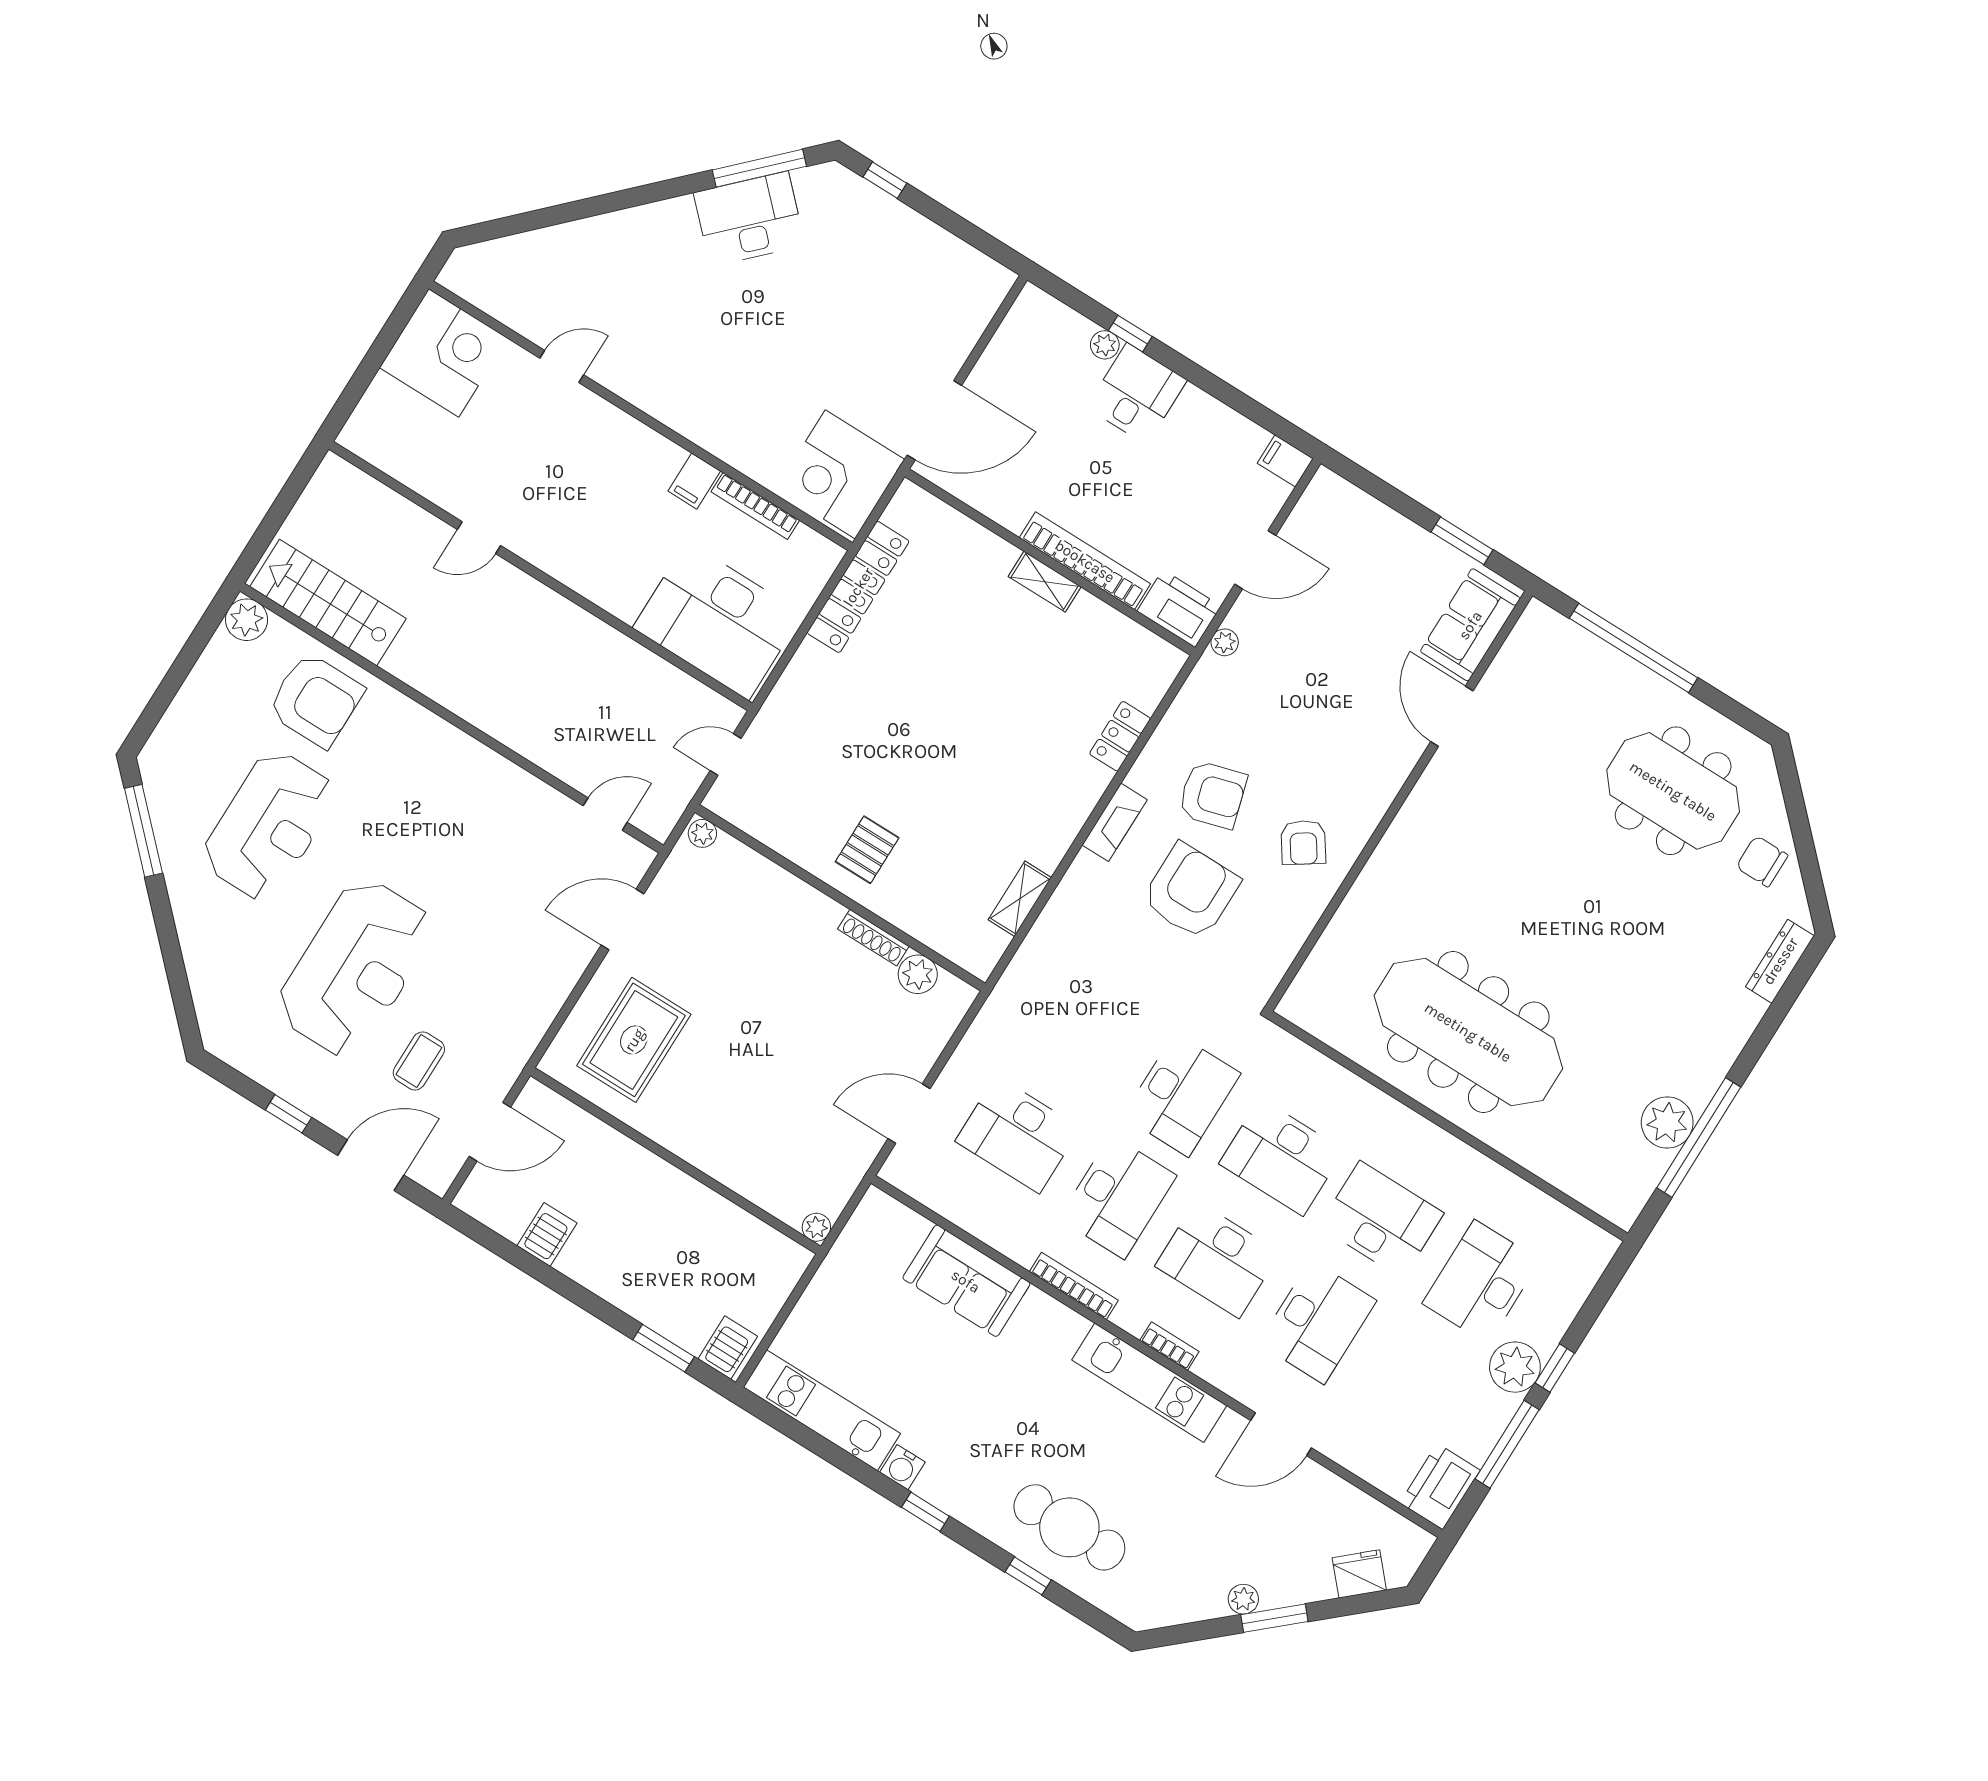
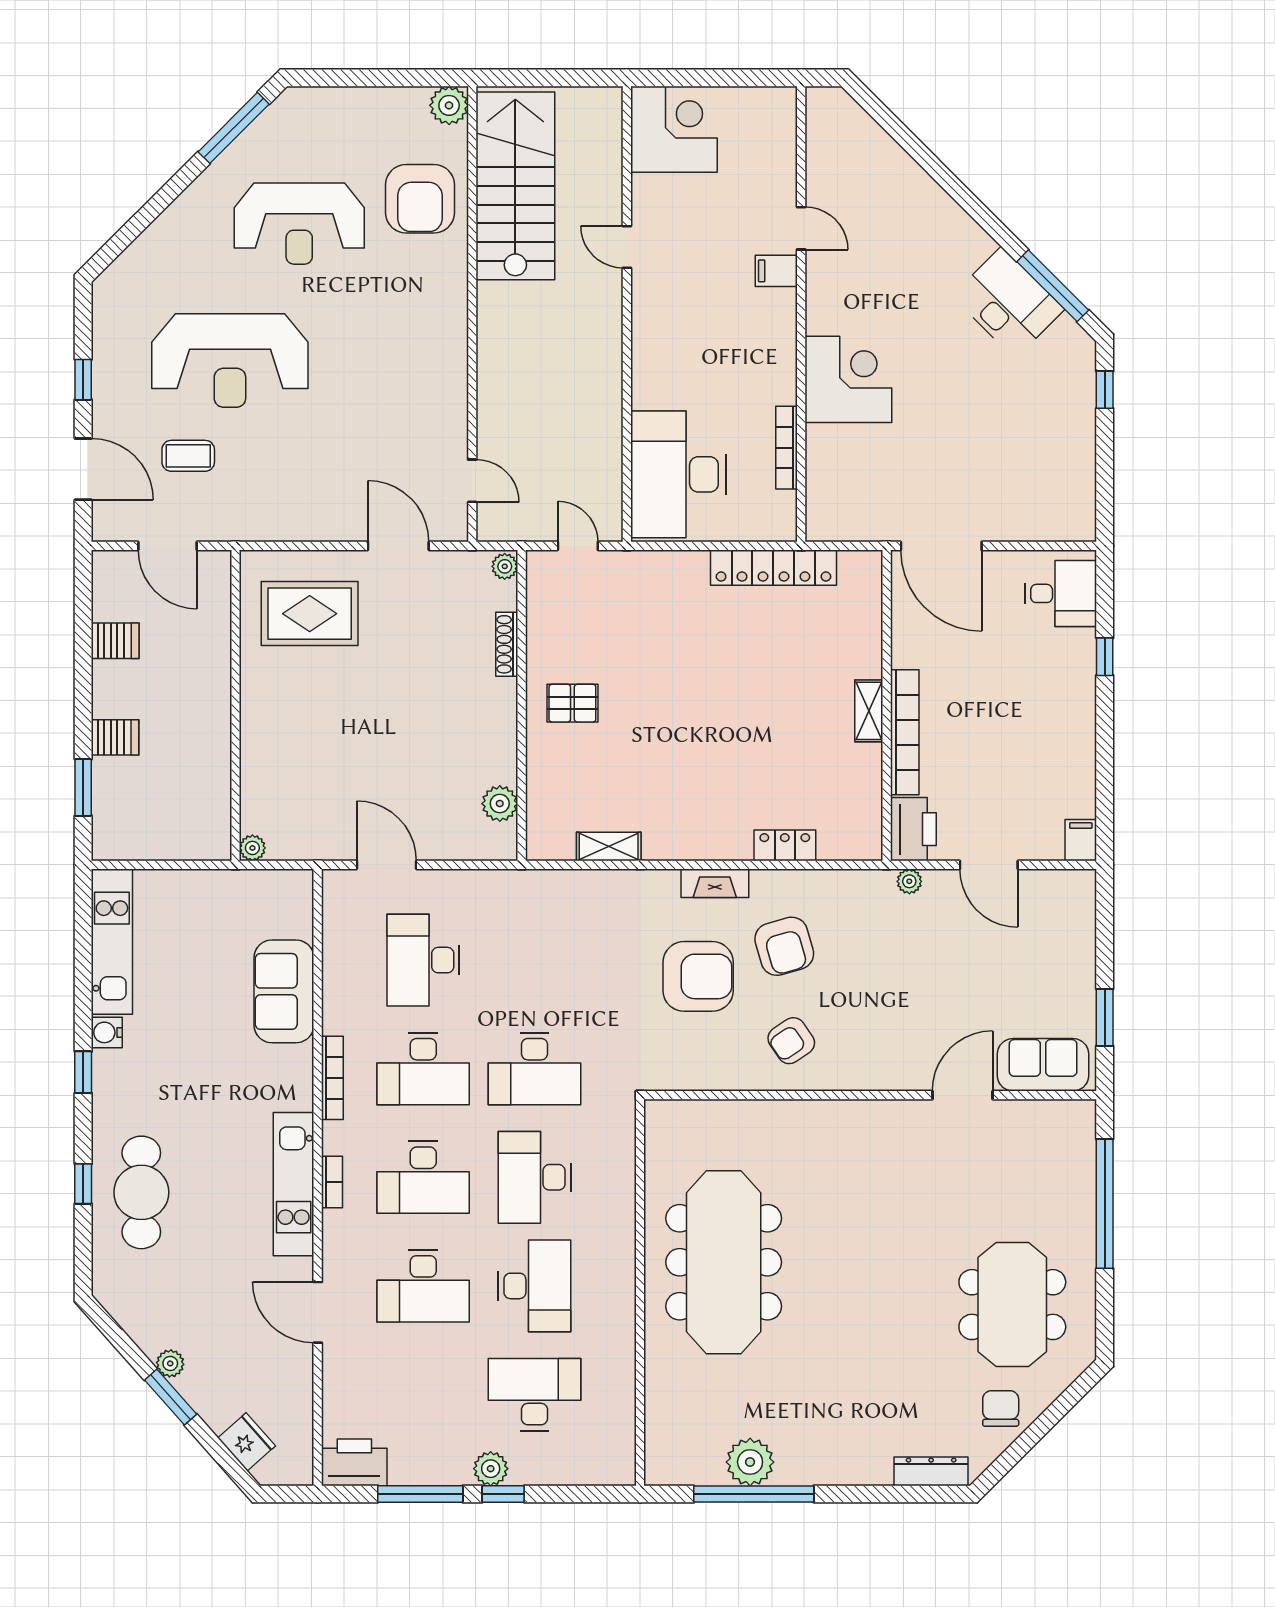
plant: (1105, 345) -> (1083, 642), removed
corner desk: (444, 353) -> (674, 129), moved, turned -90
desk: (1137, 394) -> (1061, 593), moved
corner desk: (840, 474) -> (848, 379), moved, turned 90
filing cabinet: (694, 481) -> (776, 271), moved
stairs: (328, 603) -> (515, 186), width x1.36, depth x1.51
shoe rack: (873, 938) -> (507, 644), moved
desk: (1218, 1259) -> (423, 1177), turned -90
server rack: (728, 1348) -> (115, 737), moved
plant: (1515, 1367) -> (491, 1469), width x0.73, depth x0.73

